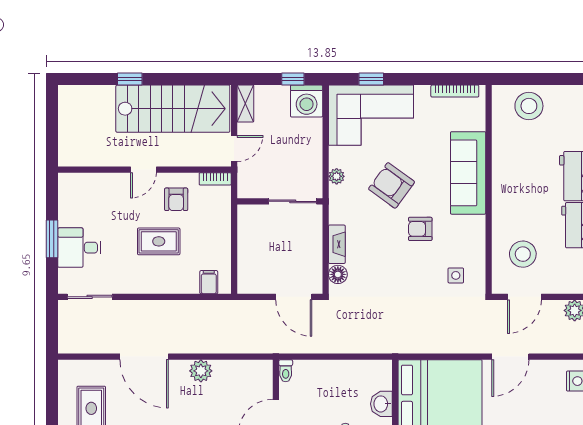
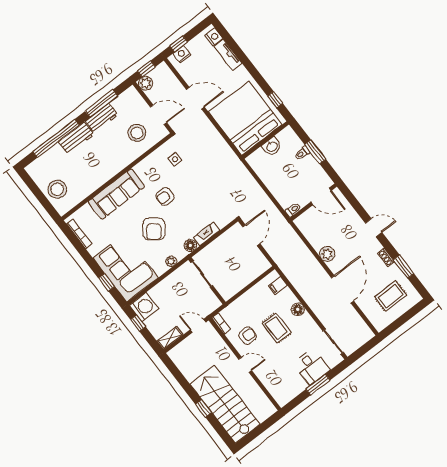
stairs: (173, 109) -> (225, 404), moved
armchair: (420, 229) -> (165, 197), turned 90
floor lamp: (338, 274) -> (190, 245), moved
floor lamp: (161, 284) -> (298, 309), added

